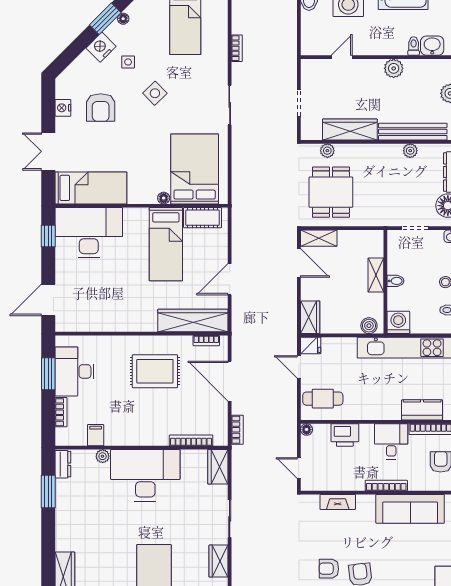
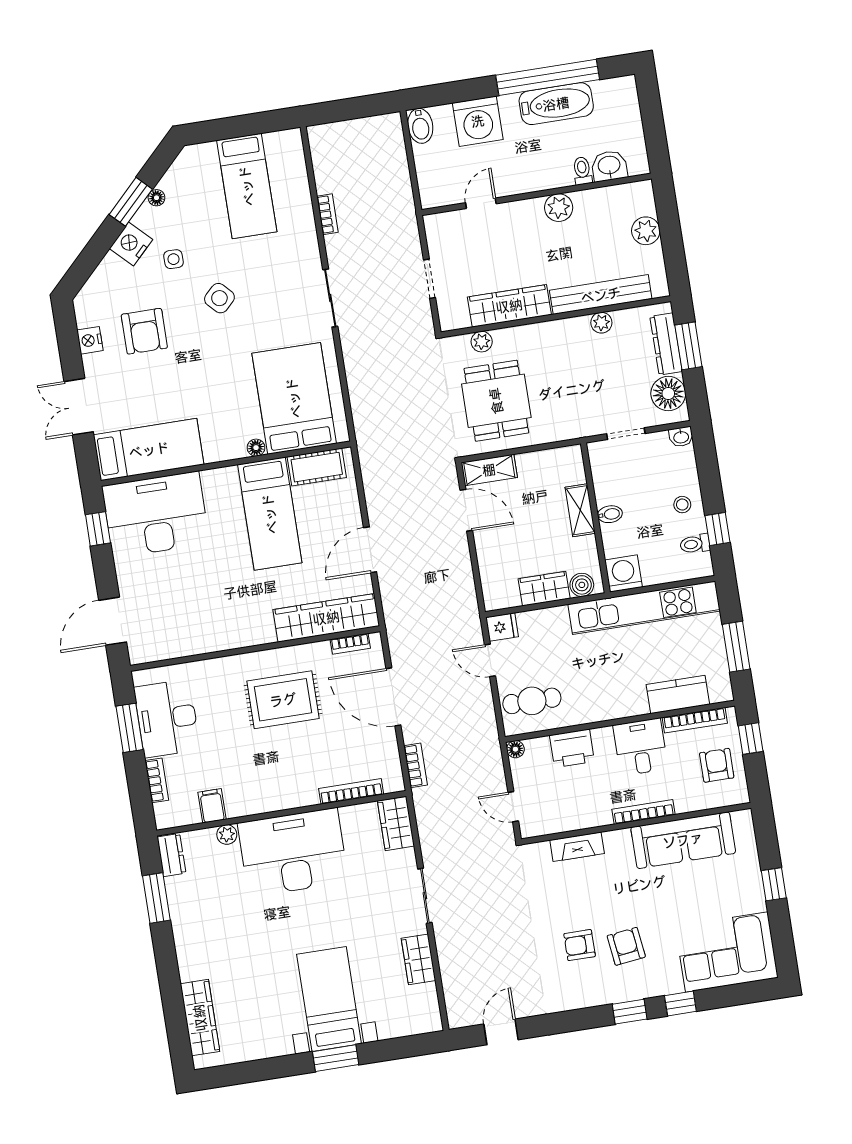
wardrobe: (310, 317) -> (544, 589), moved, turned -90

